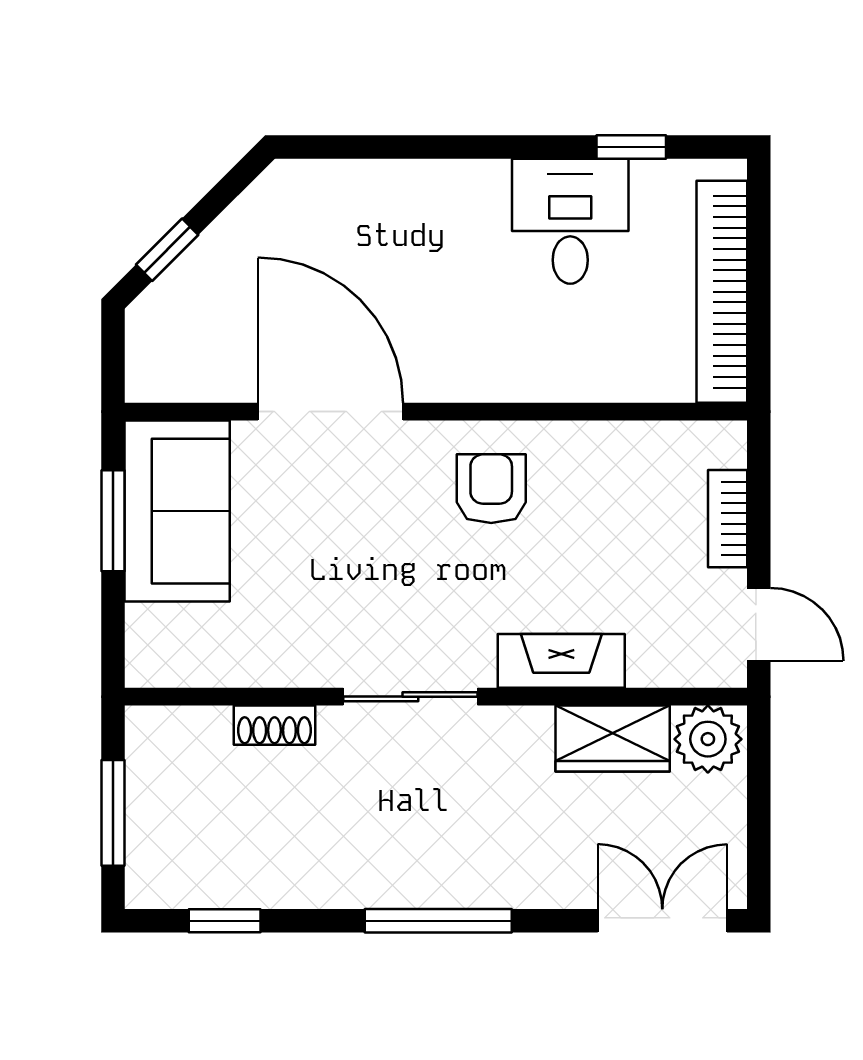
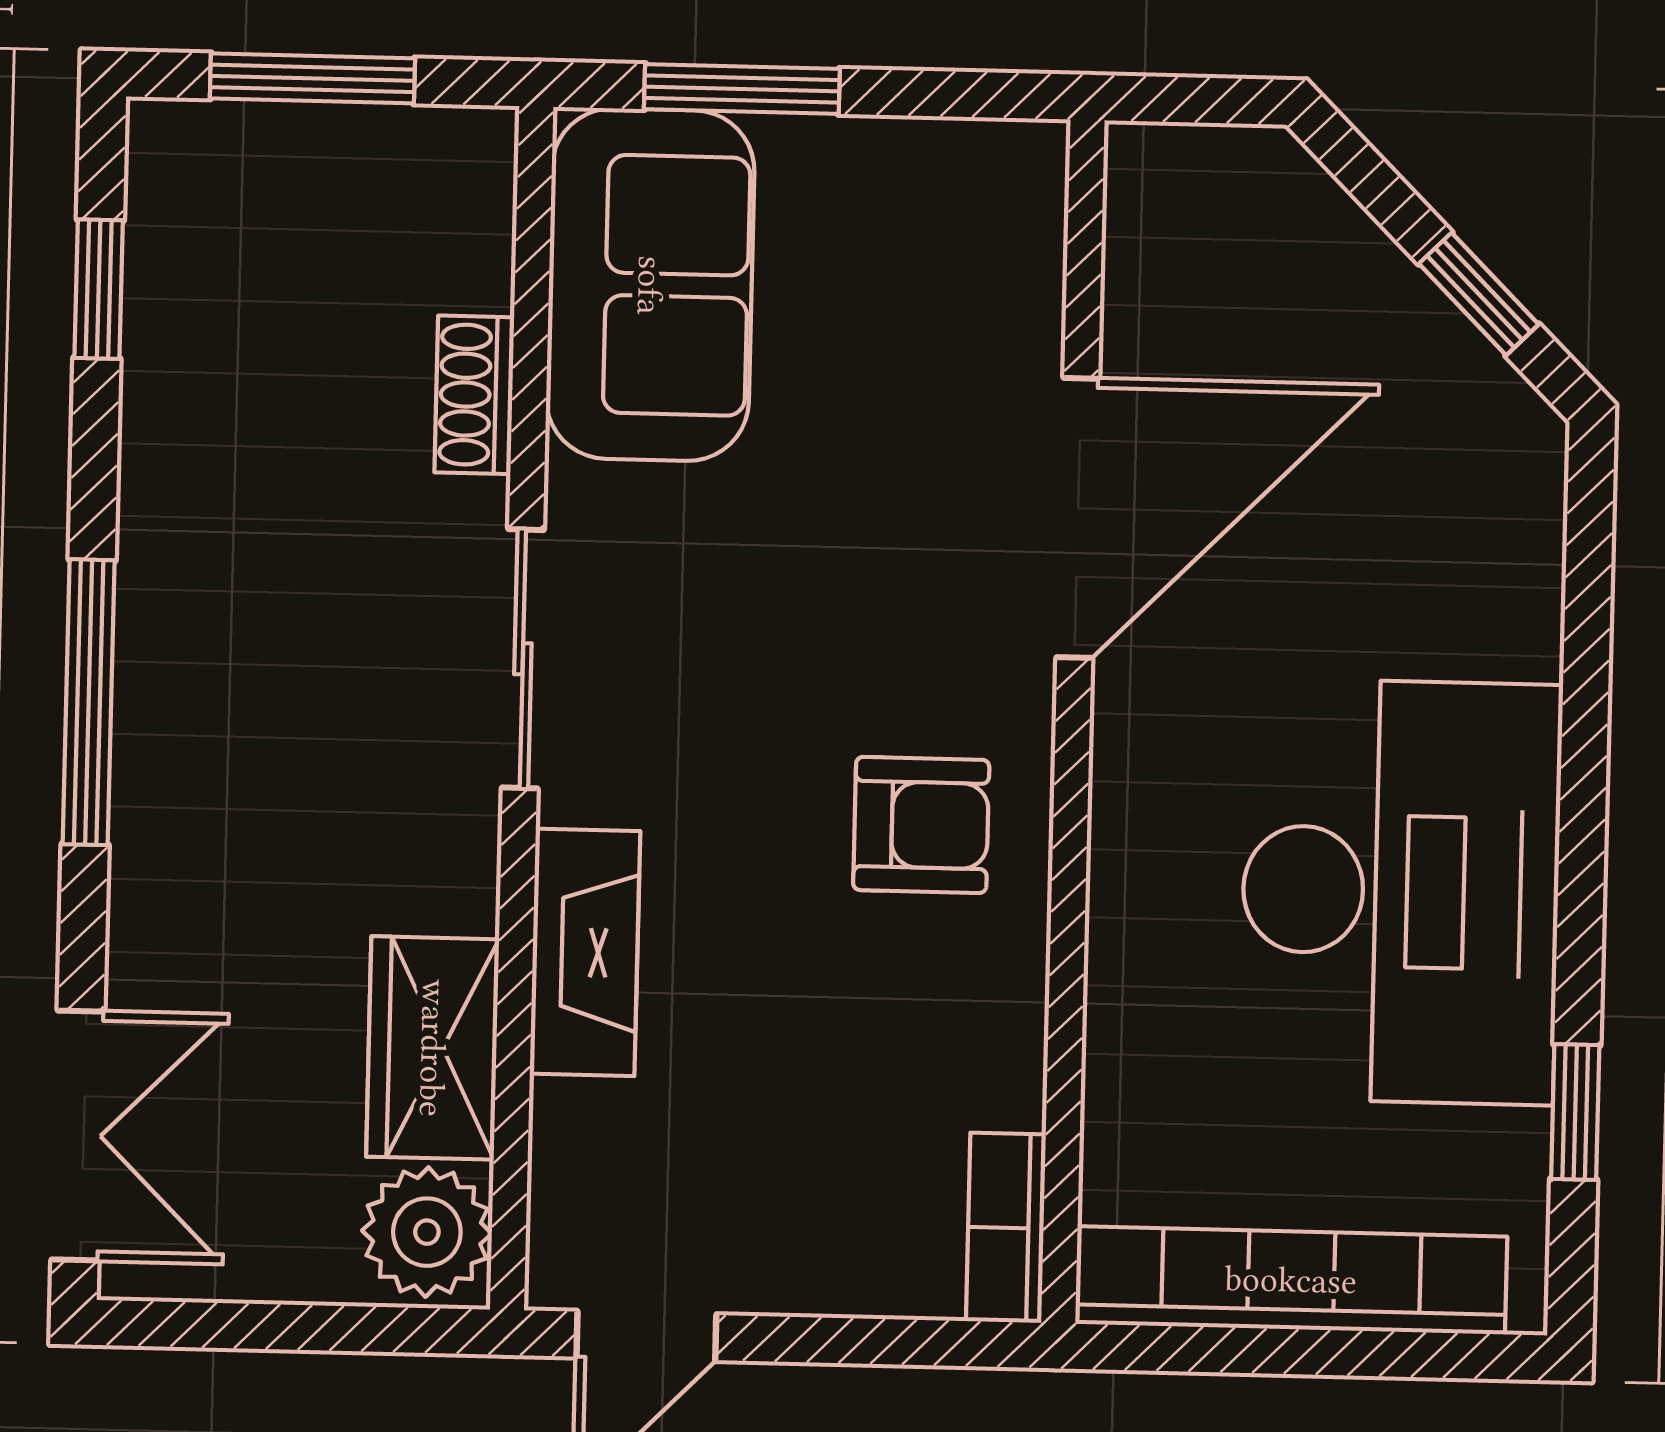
desk: (570, 221) -> (1401, 892), width x1.87, depth x1.30
window: (167, 250) -> (1479, 294), moved
sofa: (177, 511) -> (650, 285), moved, turned -90
bookcase: (728, 519) -> (1006, 1228), moved, turned -90
window: (113, 521) -> (742, 89), moved

